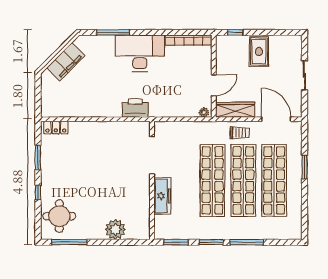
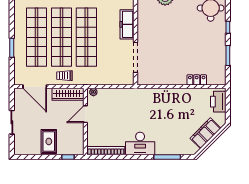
desk: (140, 53) -> (140, 144), width x0.73, depth x0.77
printer: (135, 108) -> (218, 102), moved, turned 90
locker: (56, 128) -> (197, 80), moved

